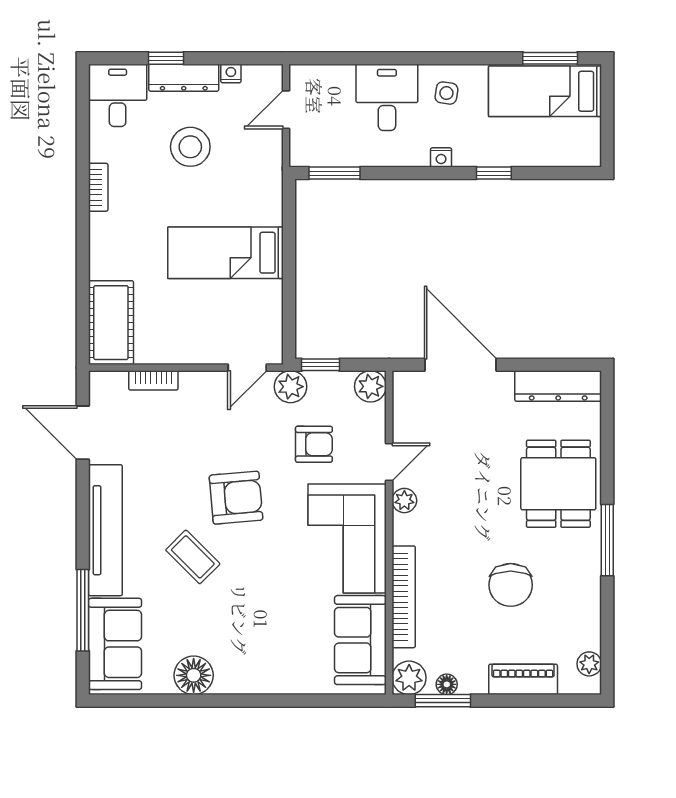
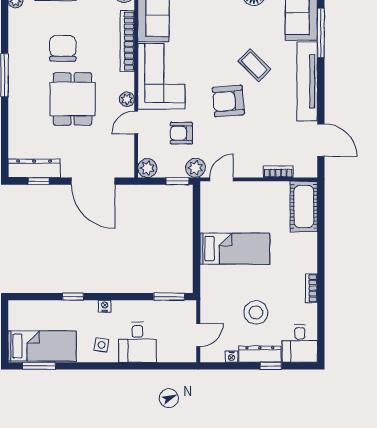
window: (551, 365) -> (39, 181), added
dining table: (558, 484) -> (73, 99), moved

